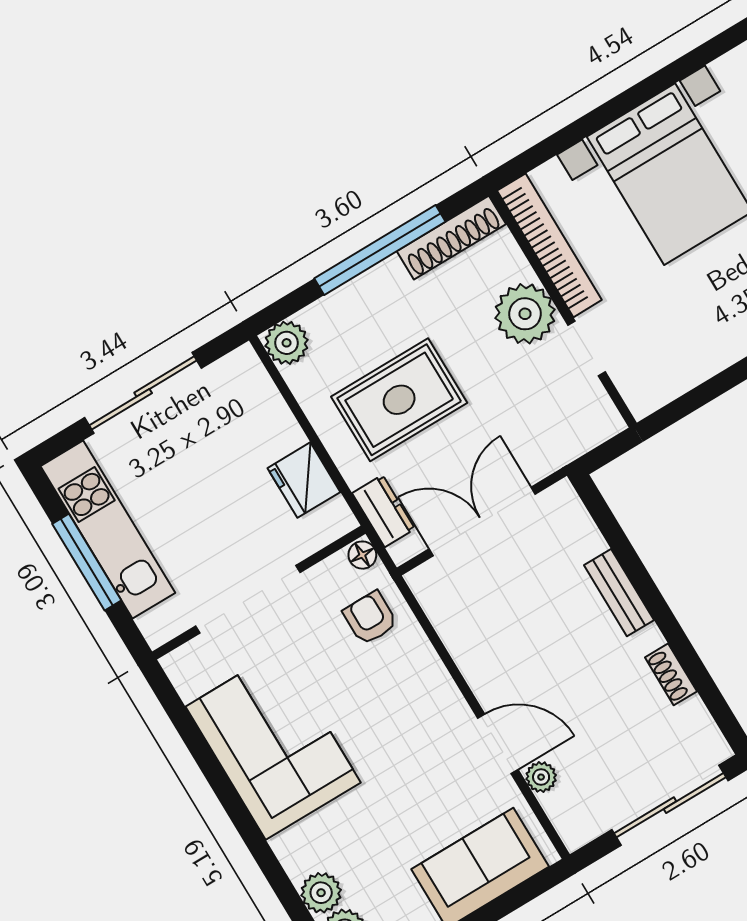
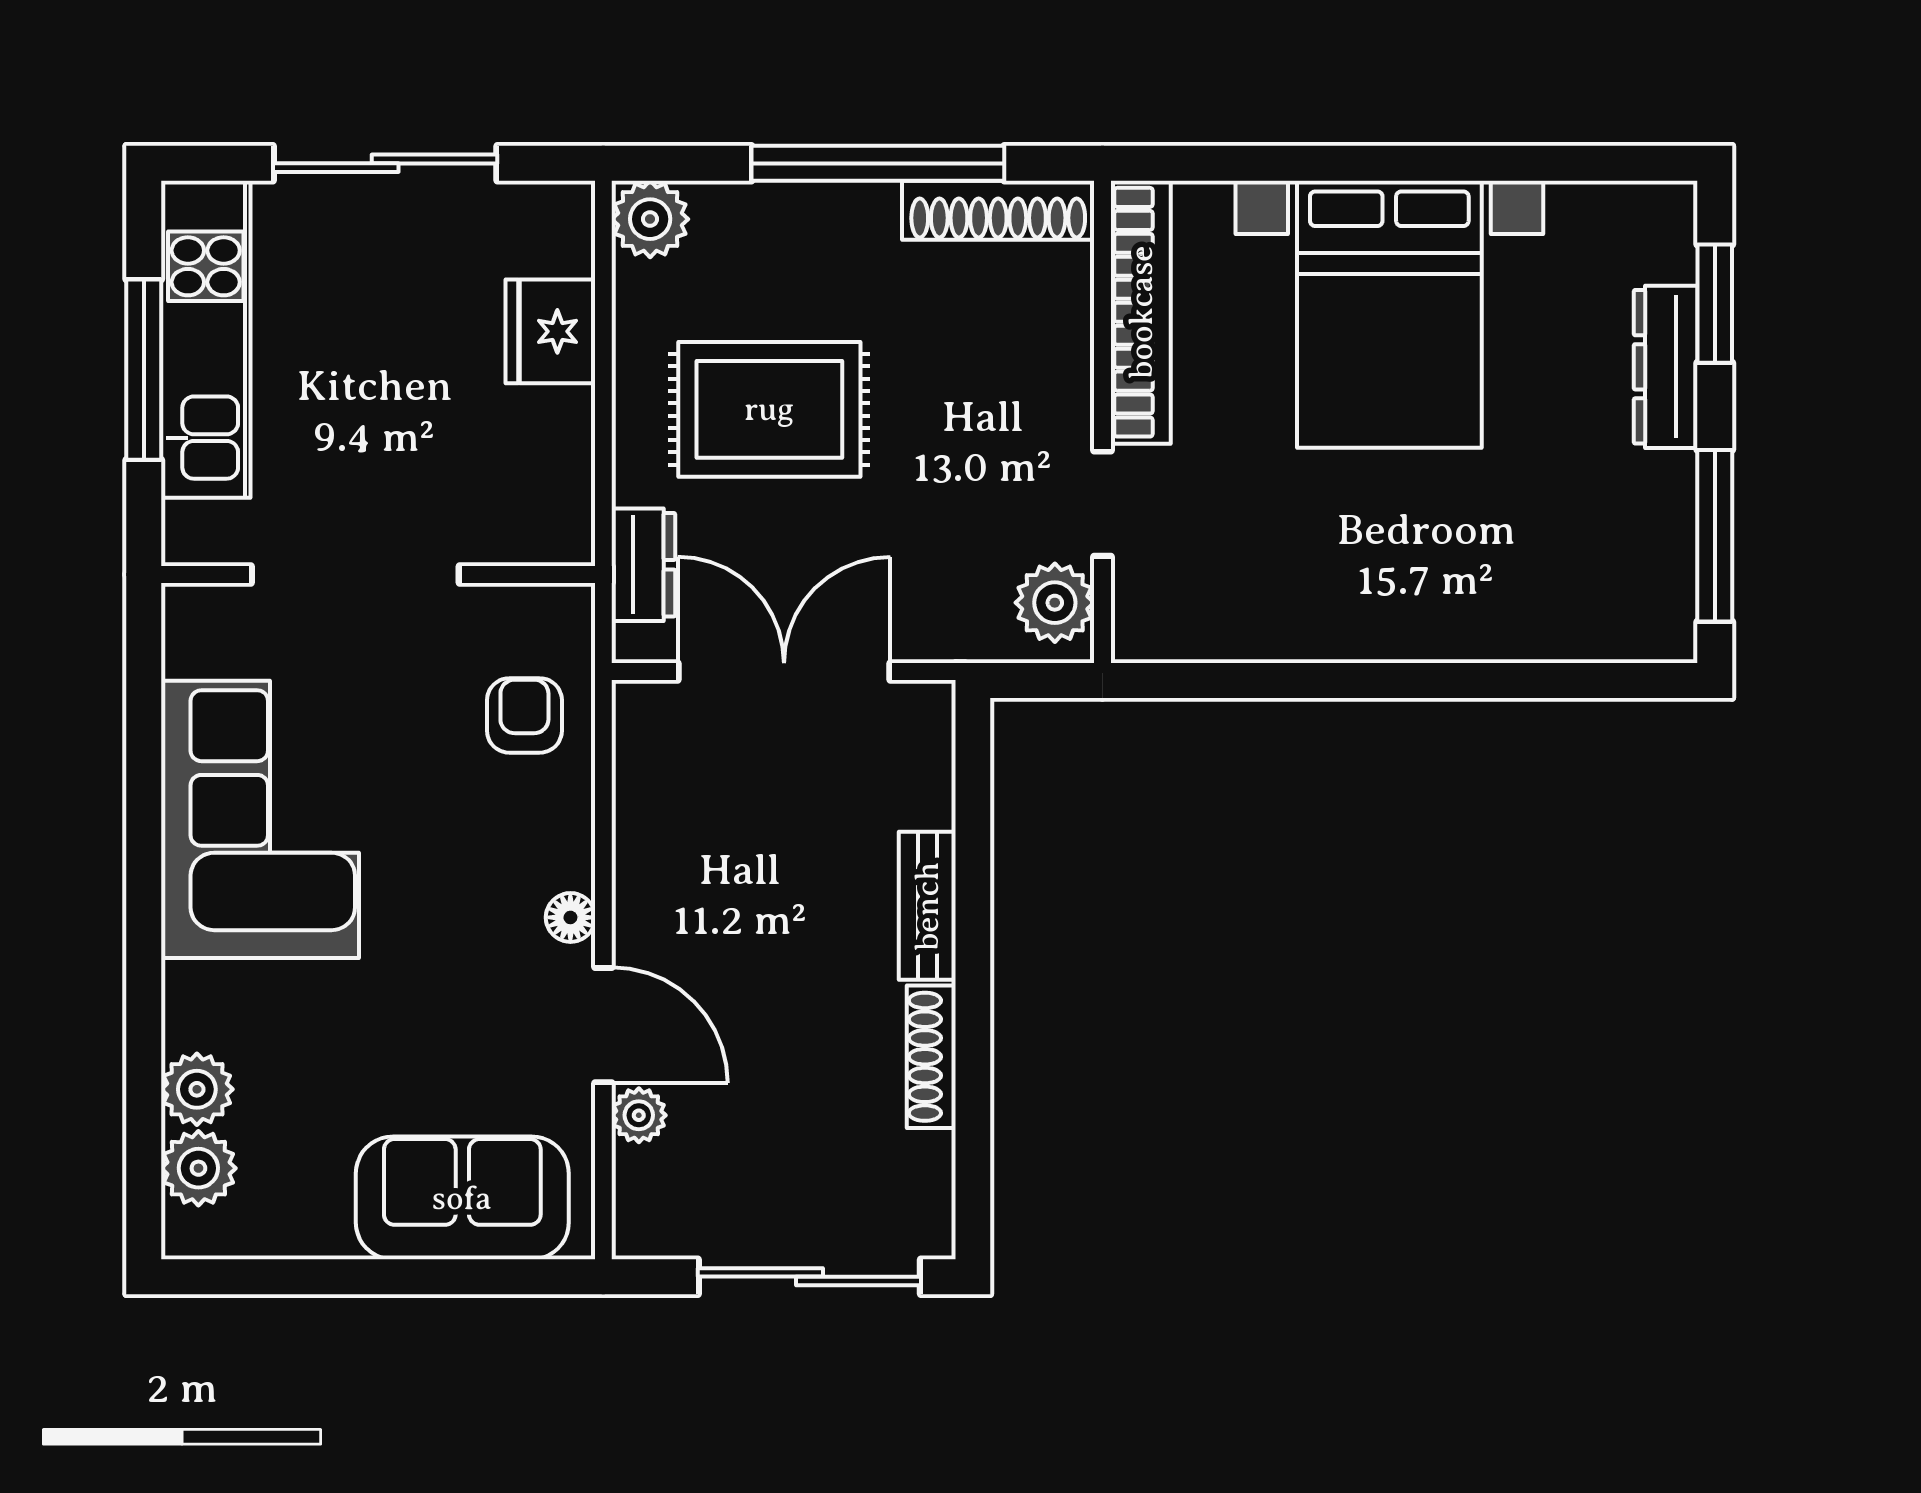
plant: (525, 314) -> (1055, 603), moved, width x0.73, depth x0.73
fridge: (304, 480) -> (550, 331), moved
floor lamp: (362, 555) -> (570, 917), moved
shoe rack: (671, 674) -> (931, 1057), width x1.43

